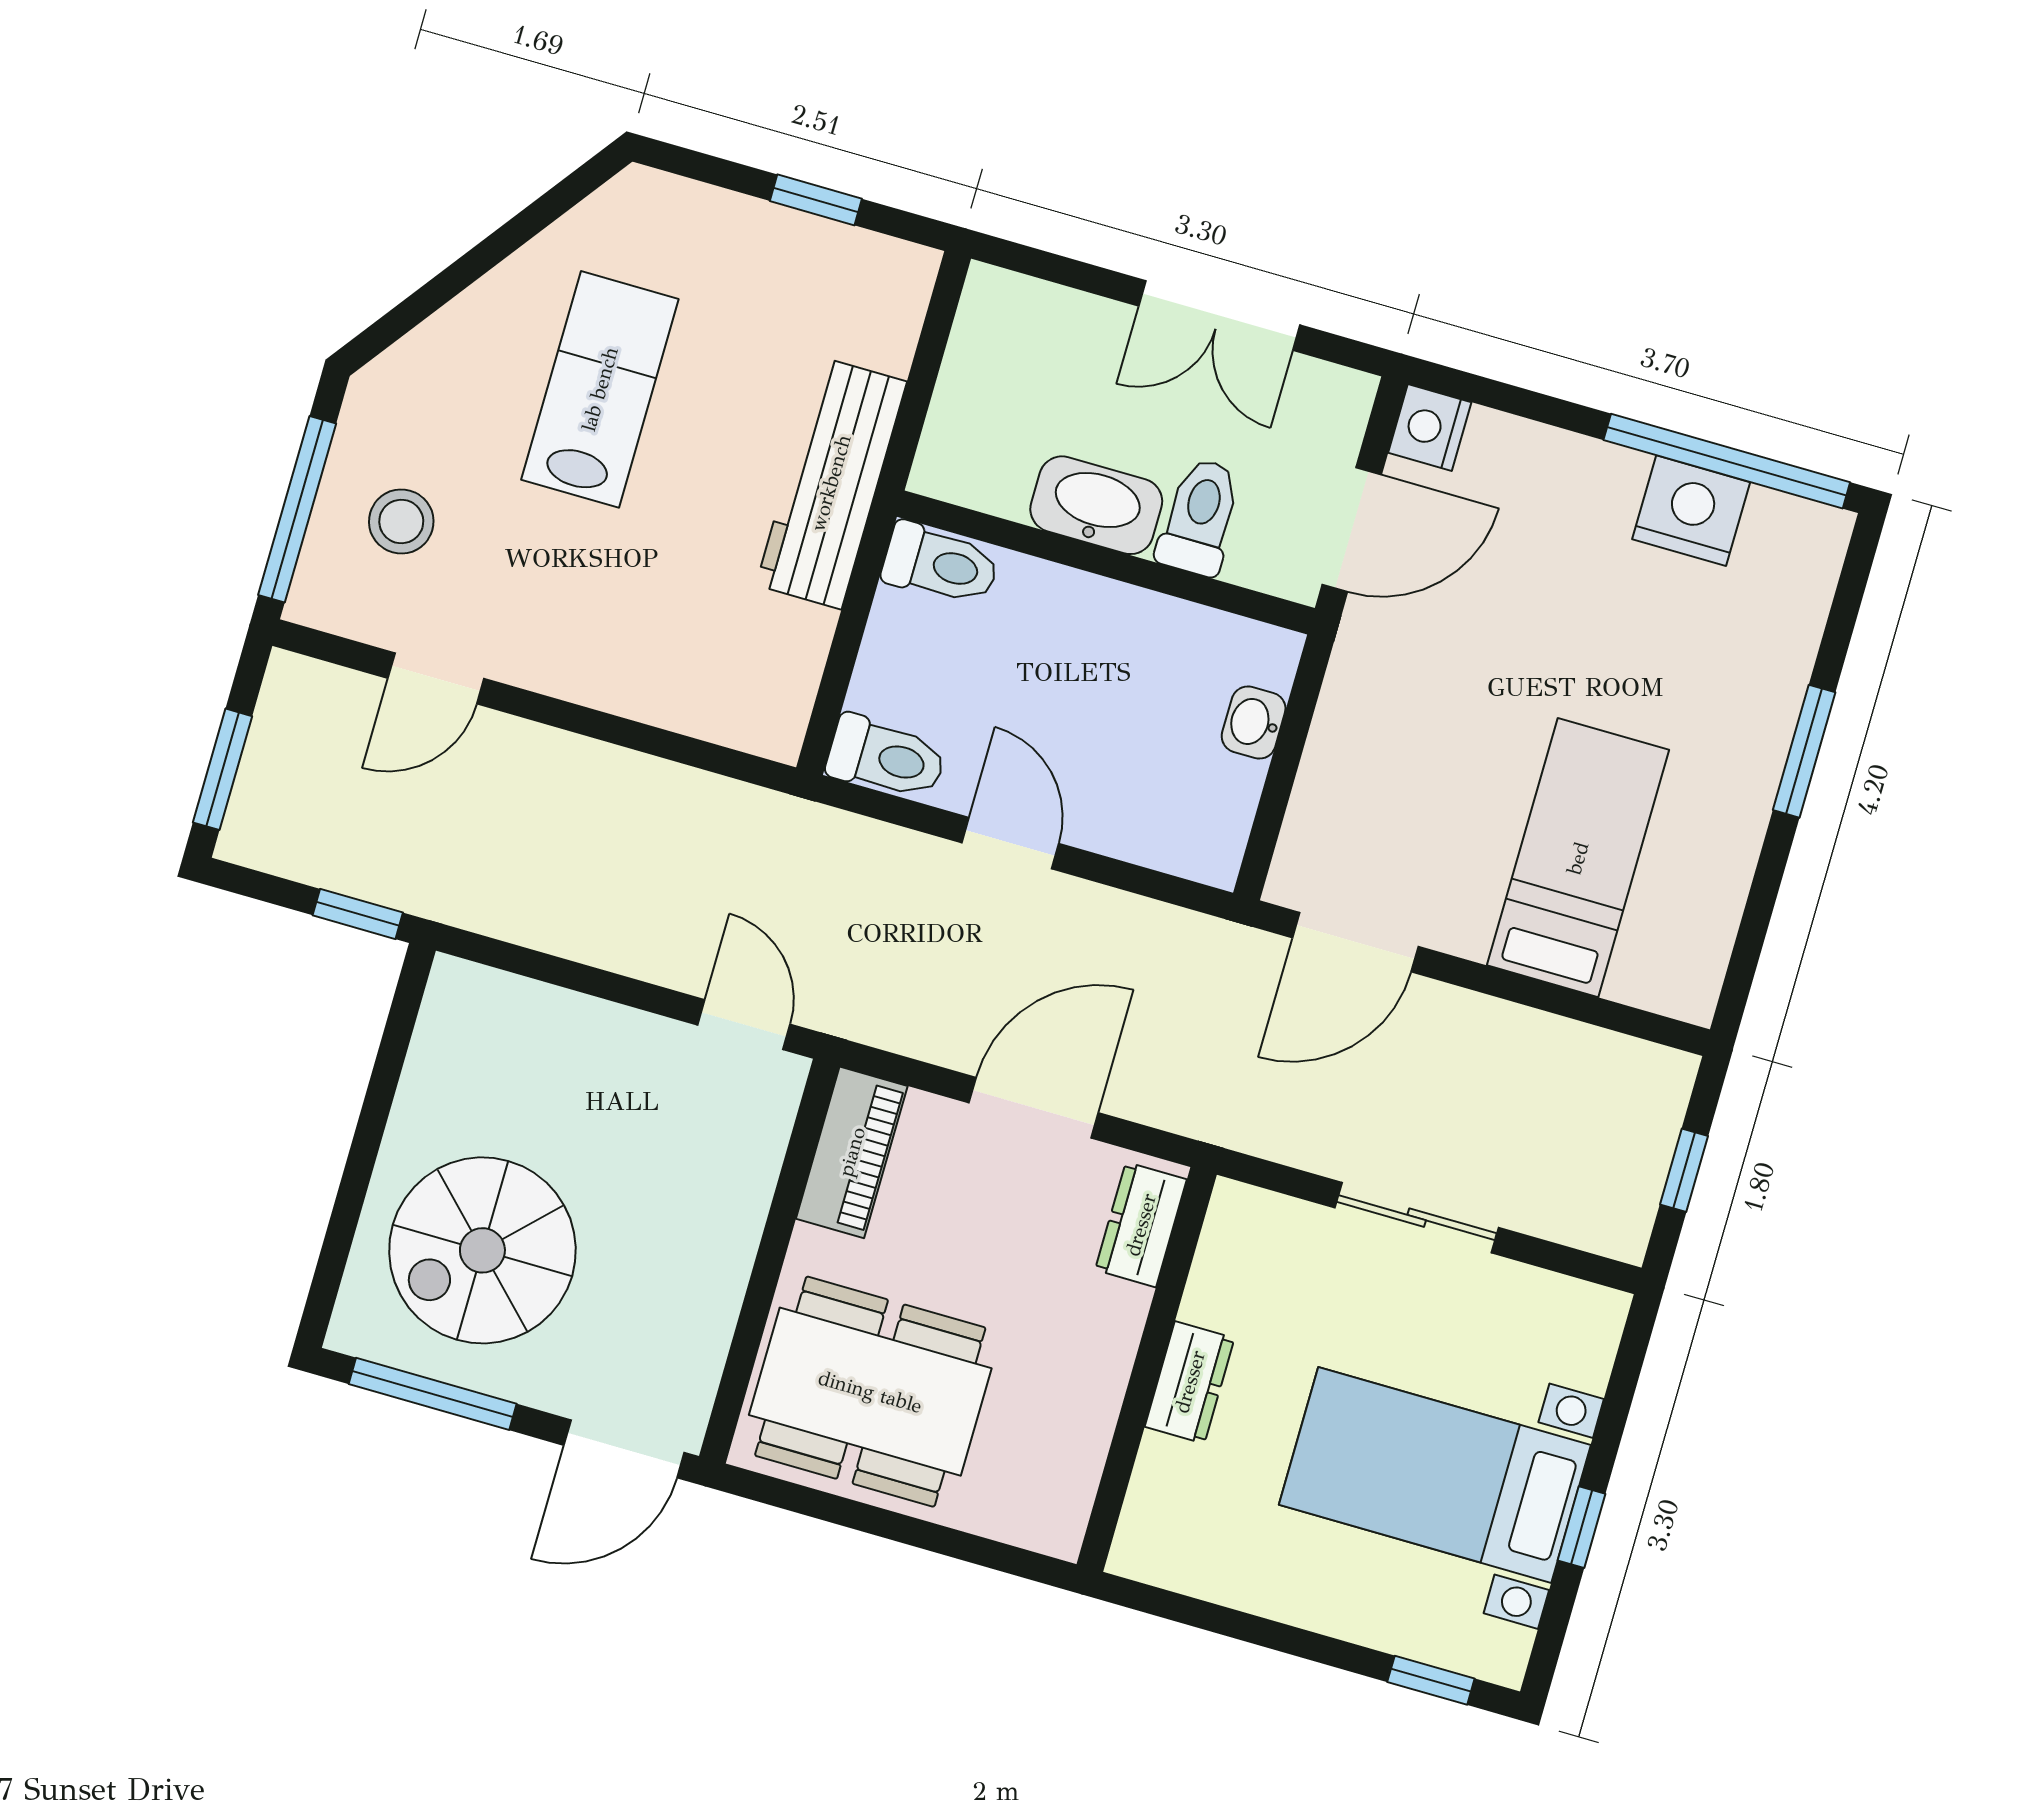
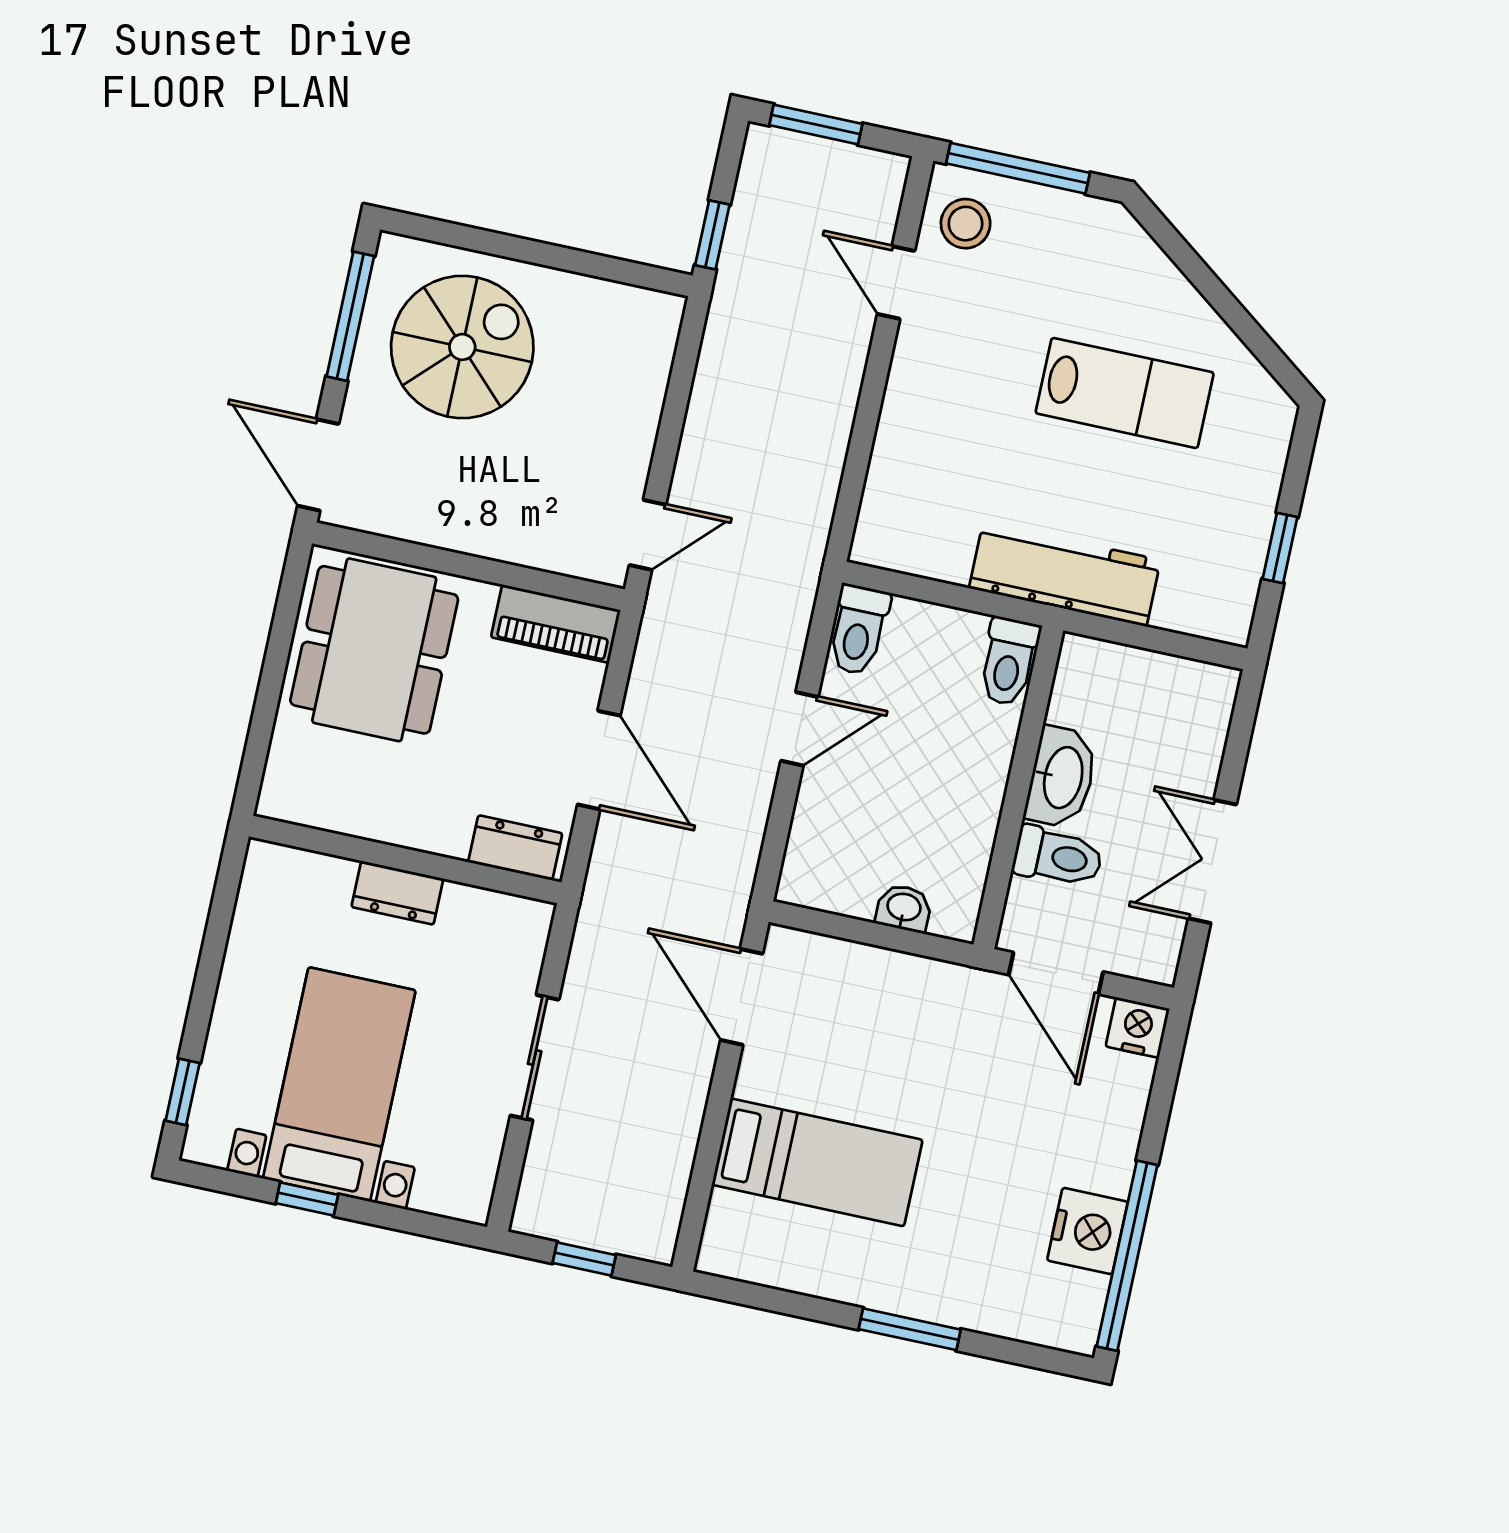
stool: (401, 521) -> (966, 224), moved
spiral stairs: (482, 1250) -> (462, 347), turned 90

